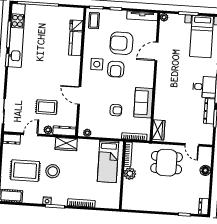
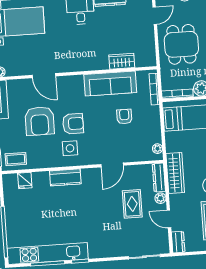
kitchen counter: (75, 43) -> (65, 177), moved
sofa: (143, 103) -> (110, 83), width x1.36
wardrobe: (158, 130) -> (122, 61), moved
wardrobe: (66, 144) -> (175, 173), width x1.50

